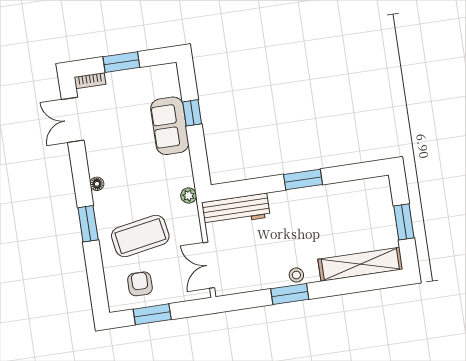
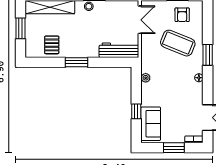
sofa: (170, 126) -> (151, 124), moved
plant: (189, 196) -> (146, 78), moved
pallet: (348, 202) -> (52, 45), added
coffee table: (140, 236) -> (178, 43), turned 32

